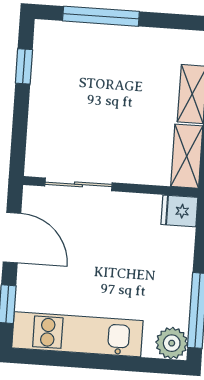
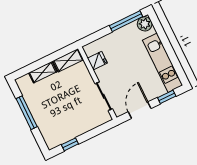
window: (101, 16) -> (27, 113), moved
fridge: (179, 211) -> (97, 61), moved, turned -90

